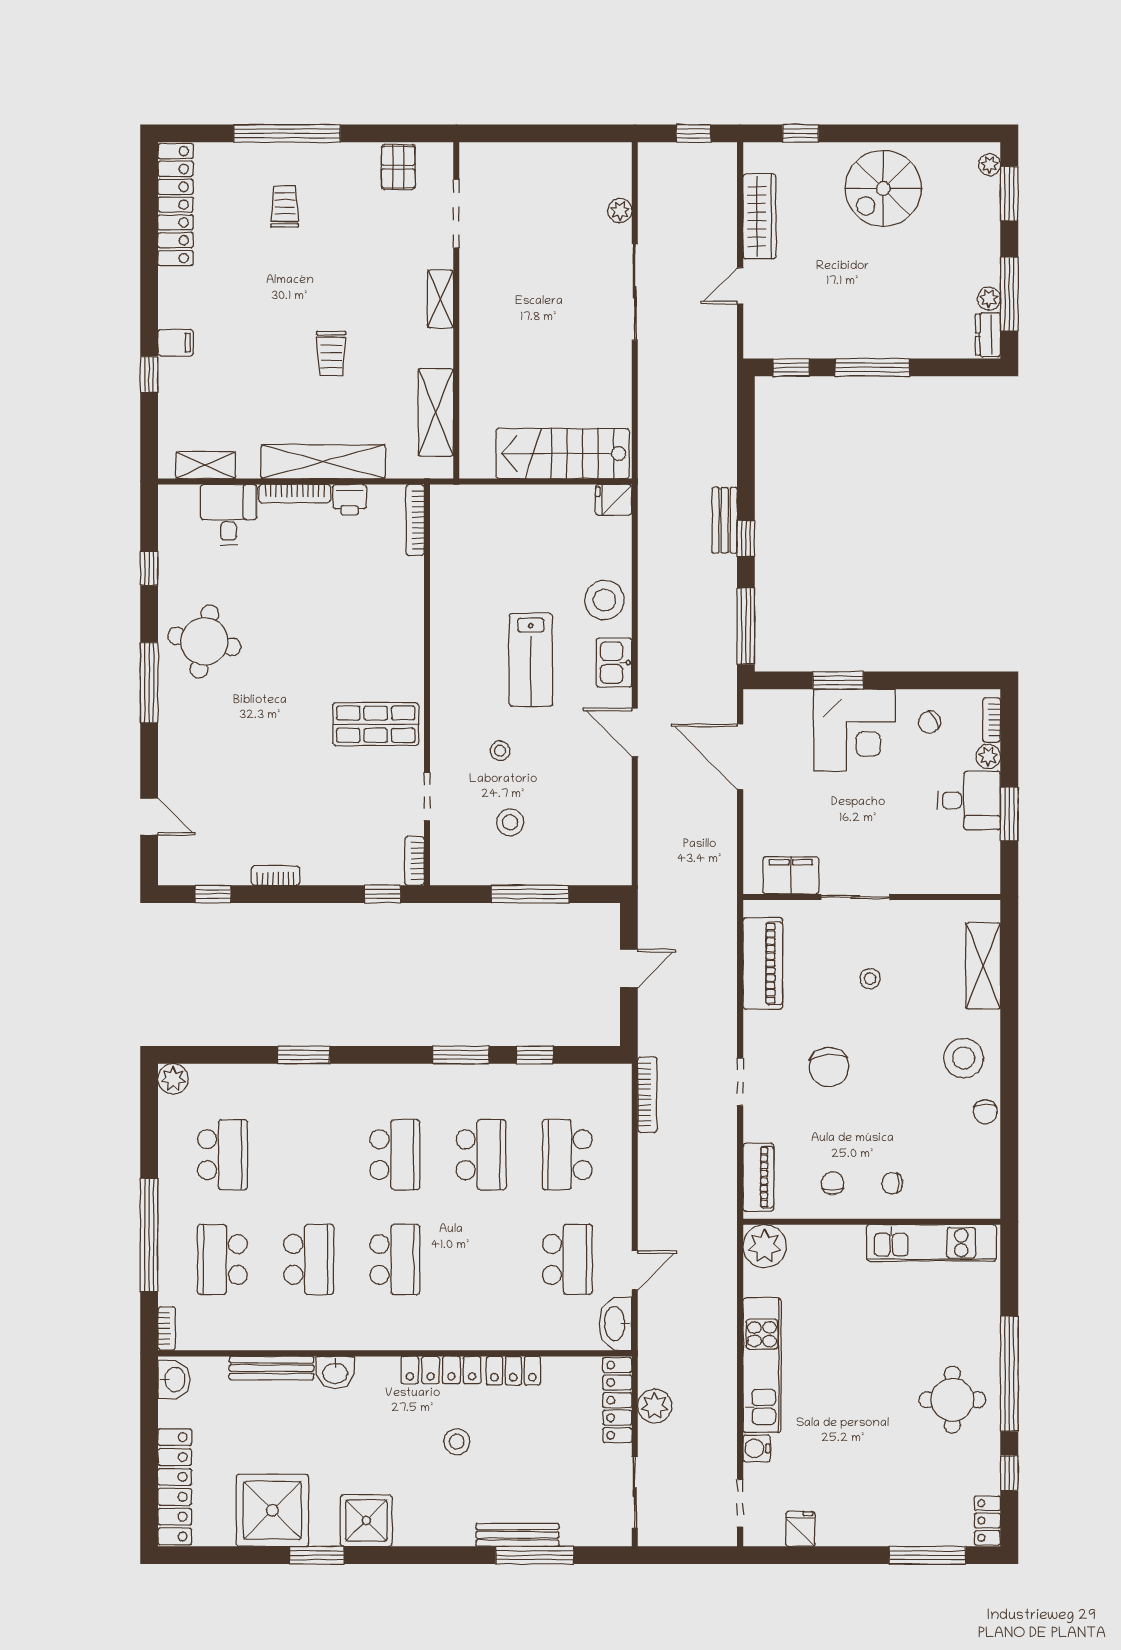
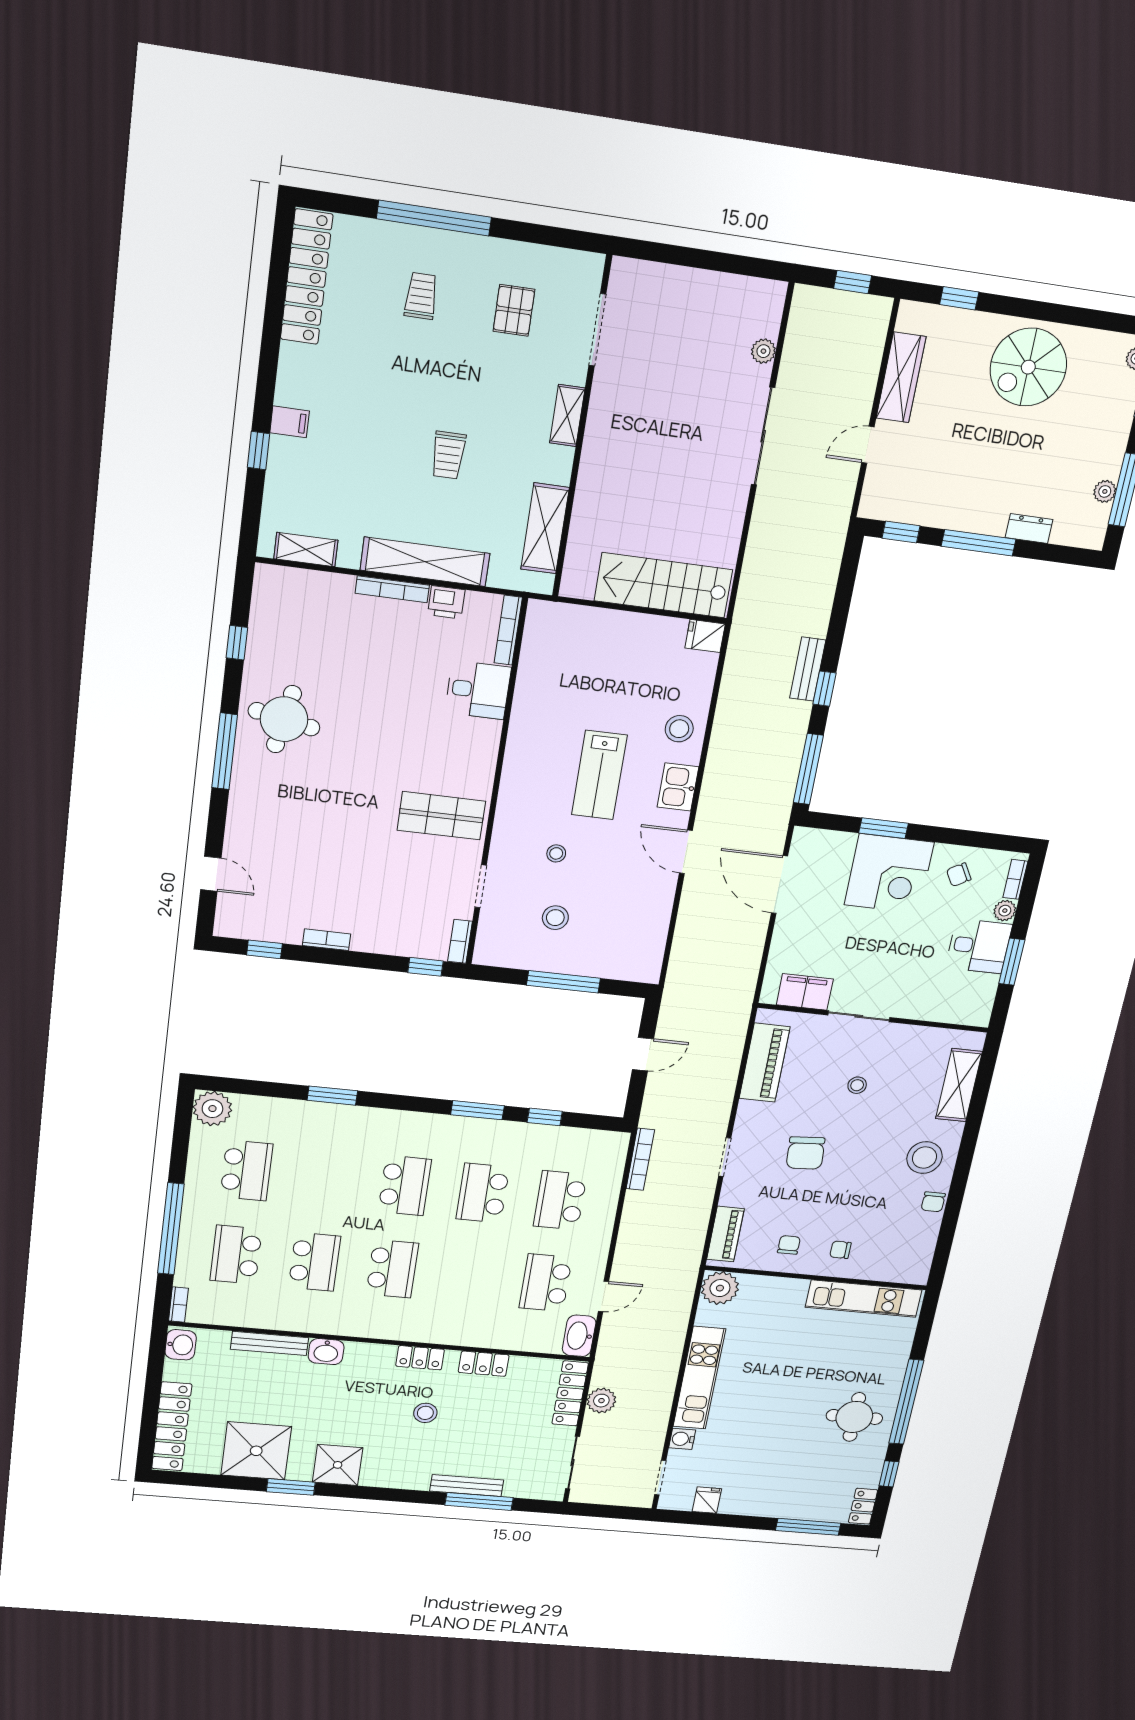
pallet: (398, 167) -> (514, 310), moved
dresser: (988, 335) -> (1029, 529), moved, turned 90
desk: (229, 515) -> (478, 690), moved, turned 90
stool: (604, 600) -> (679, 729), width x0.73, depth x0.73
plant: (173, 1079) -> (212, 1109), width x1.36, depth x1.36
school desk: (481, 1155) -> (483, 1193), turned 180
school desk: (567, 1259) -> (546, 1283), turned 180
locker: (441, 1370) -> (420, 1358), width x0.66

